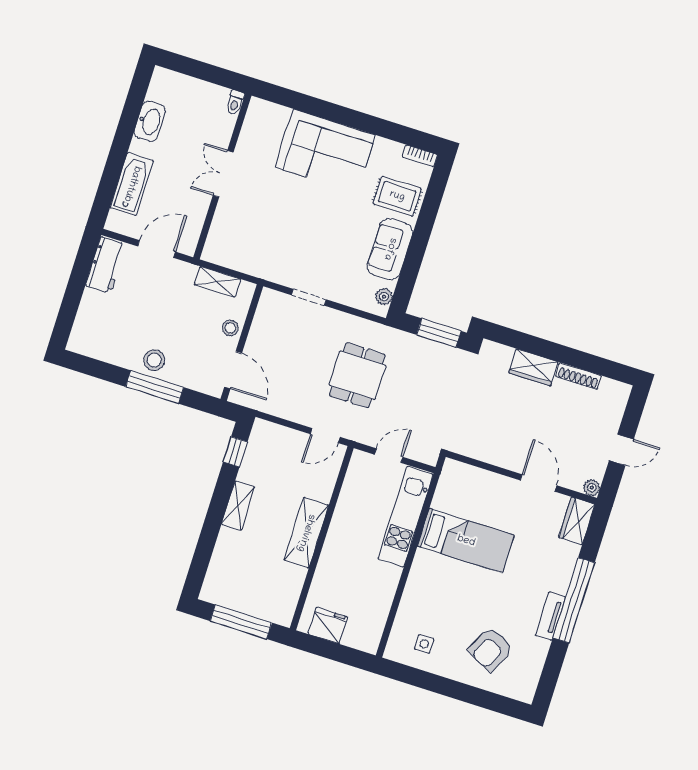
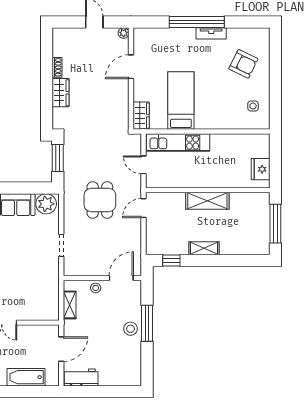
door: (157, 249) -> (61, 349), swing flipped
plant: (384, 297) -> (46, 204), width x1.88, depth x1.88
dining table: (357, 375) -> (100, 200), turned 90
shoe rack: (578, 376) -> (57, 67), width x0.70
door: (325, 436) -> (144, 208), swing flipped
wardrobe: (577, 521) -> (141, 116), moved, turned -90

